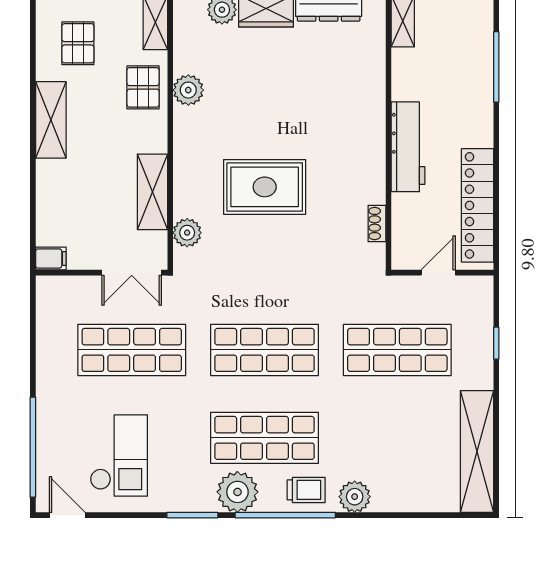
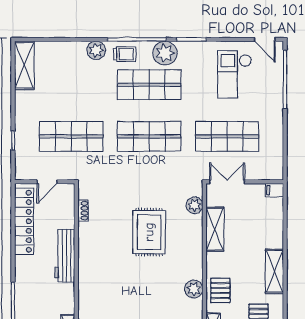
rug: (265, 187) -> (149, 232), turned 90
shelving: (477, 452) -> (24, 65), width x0.68
trolley: (306, 490) -> (125, 54), turned 180

